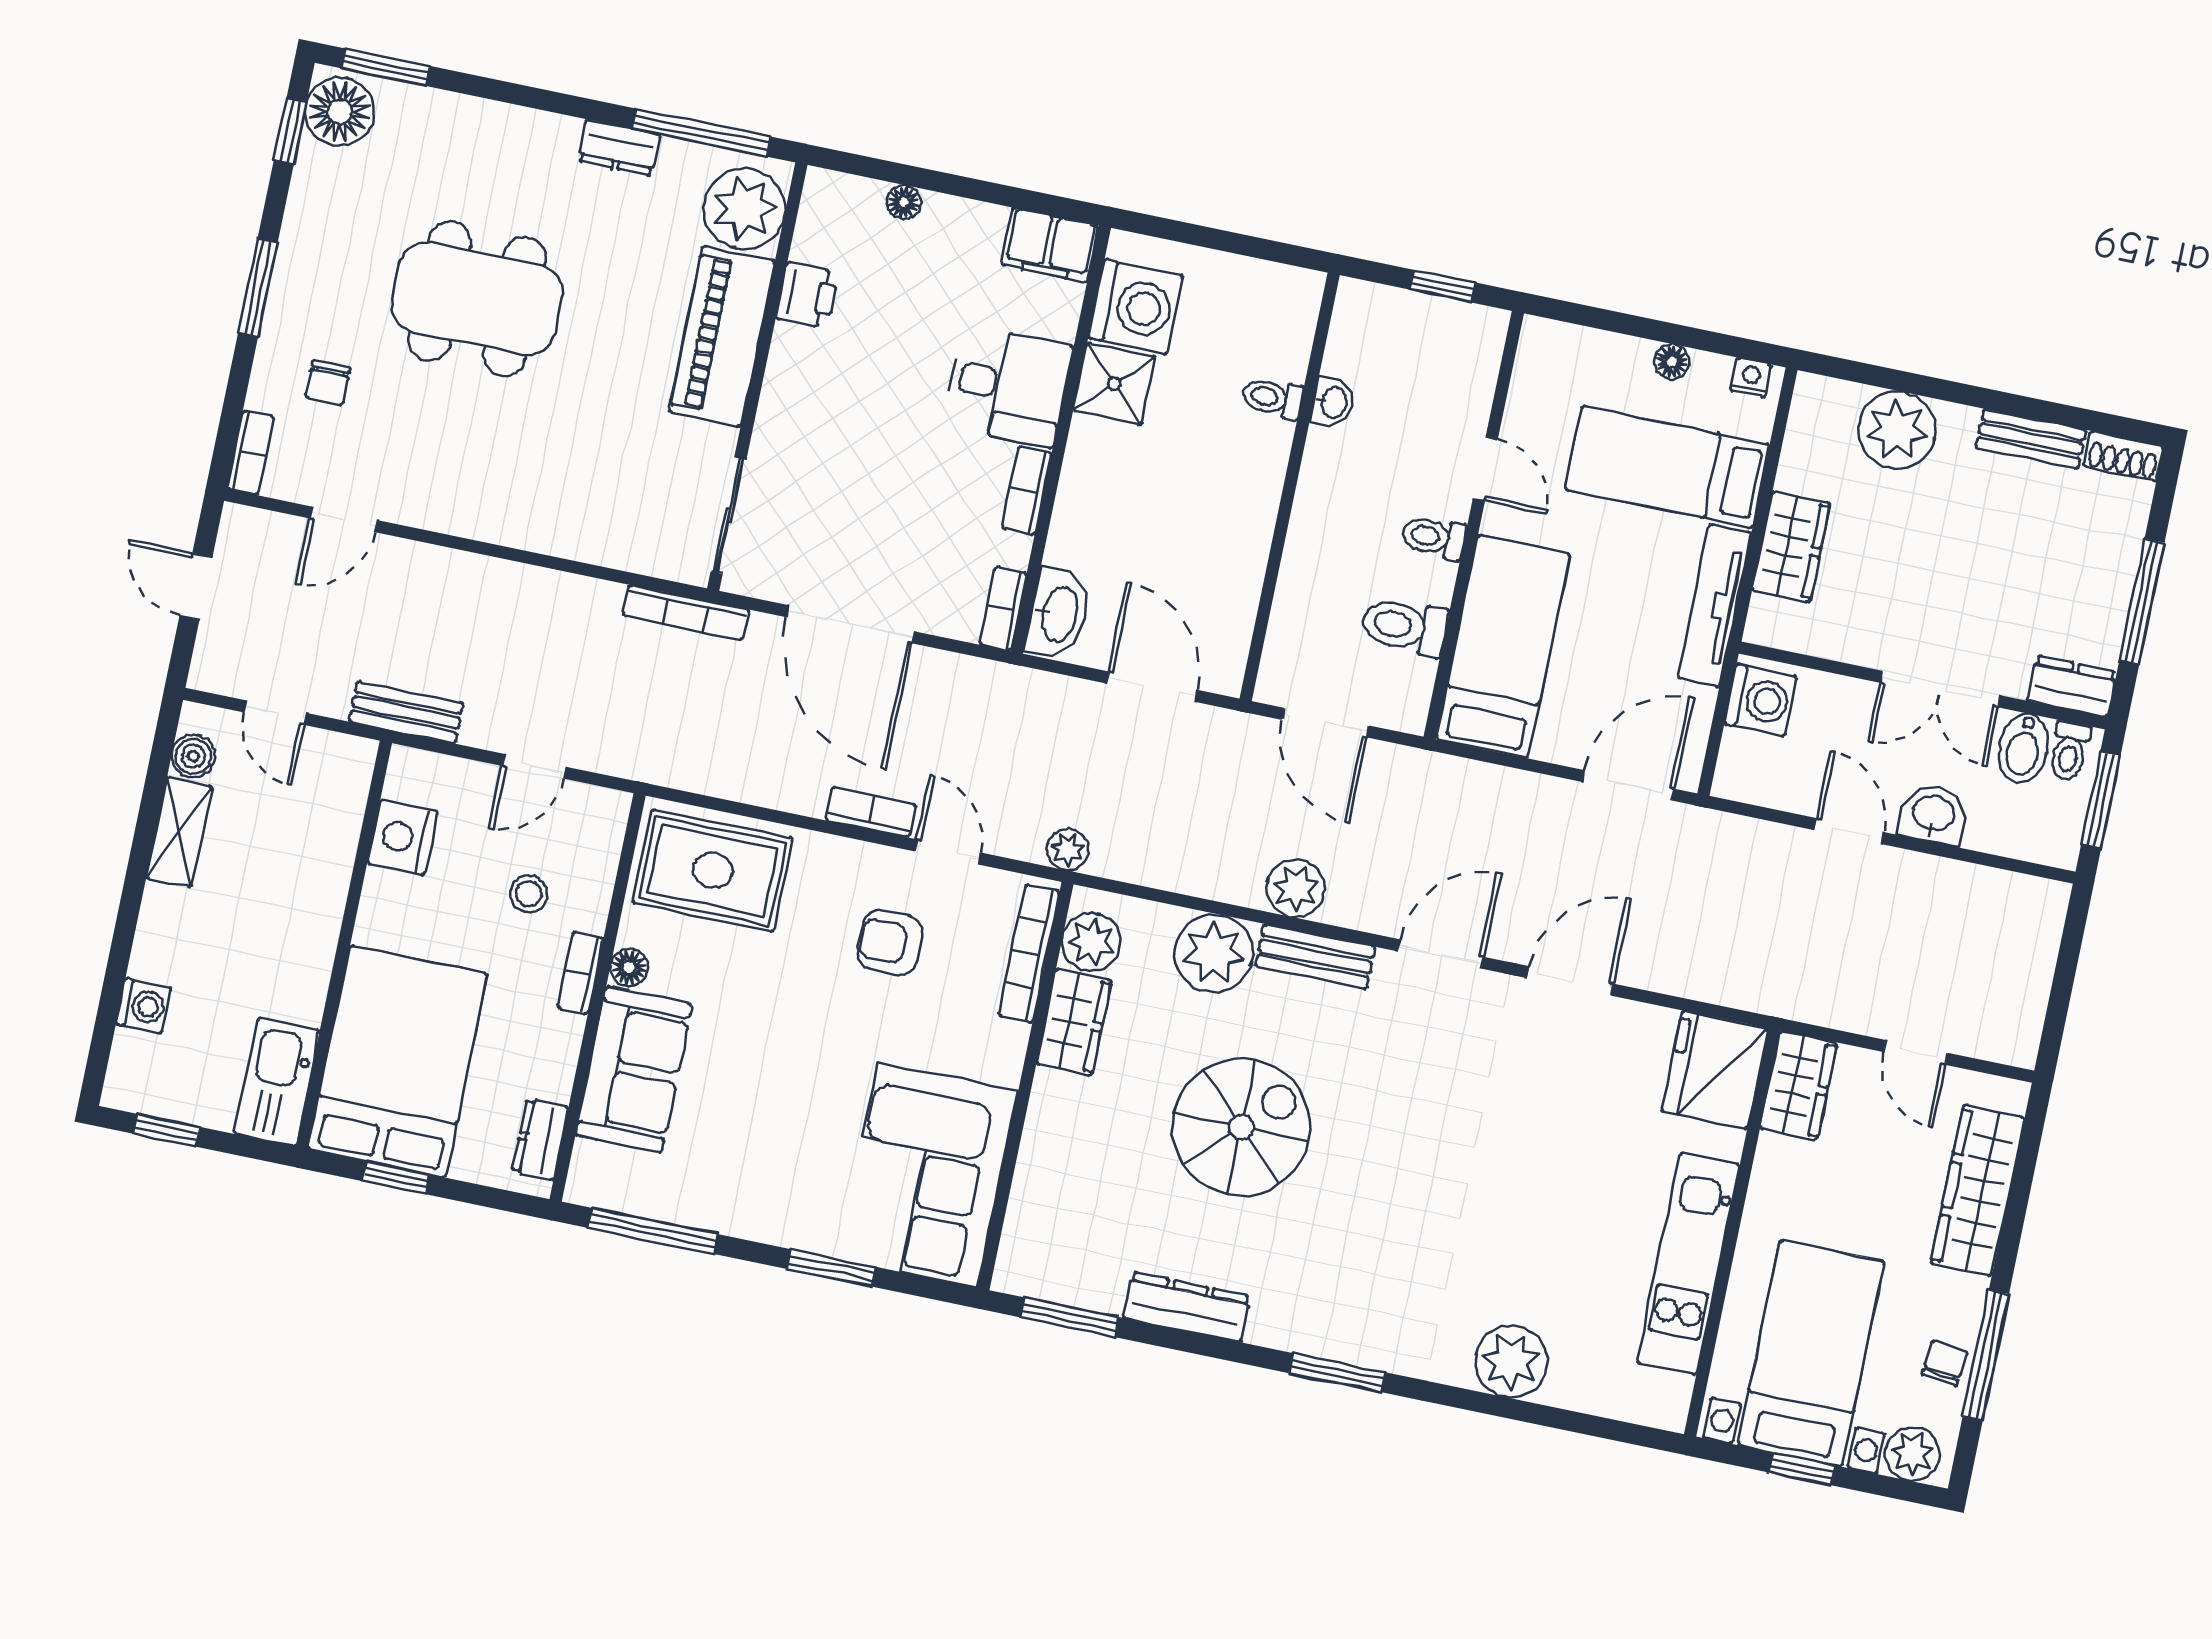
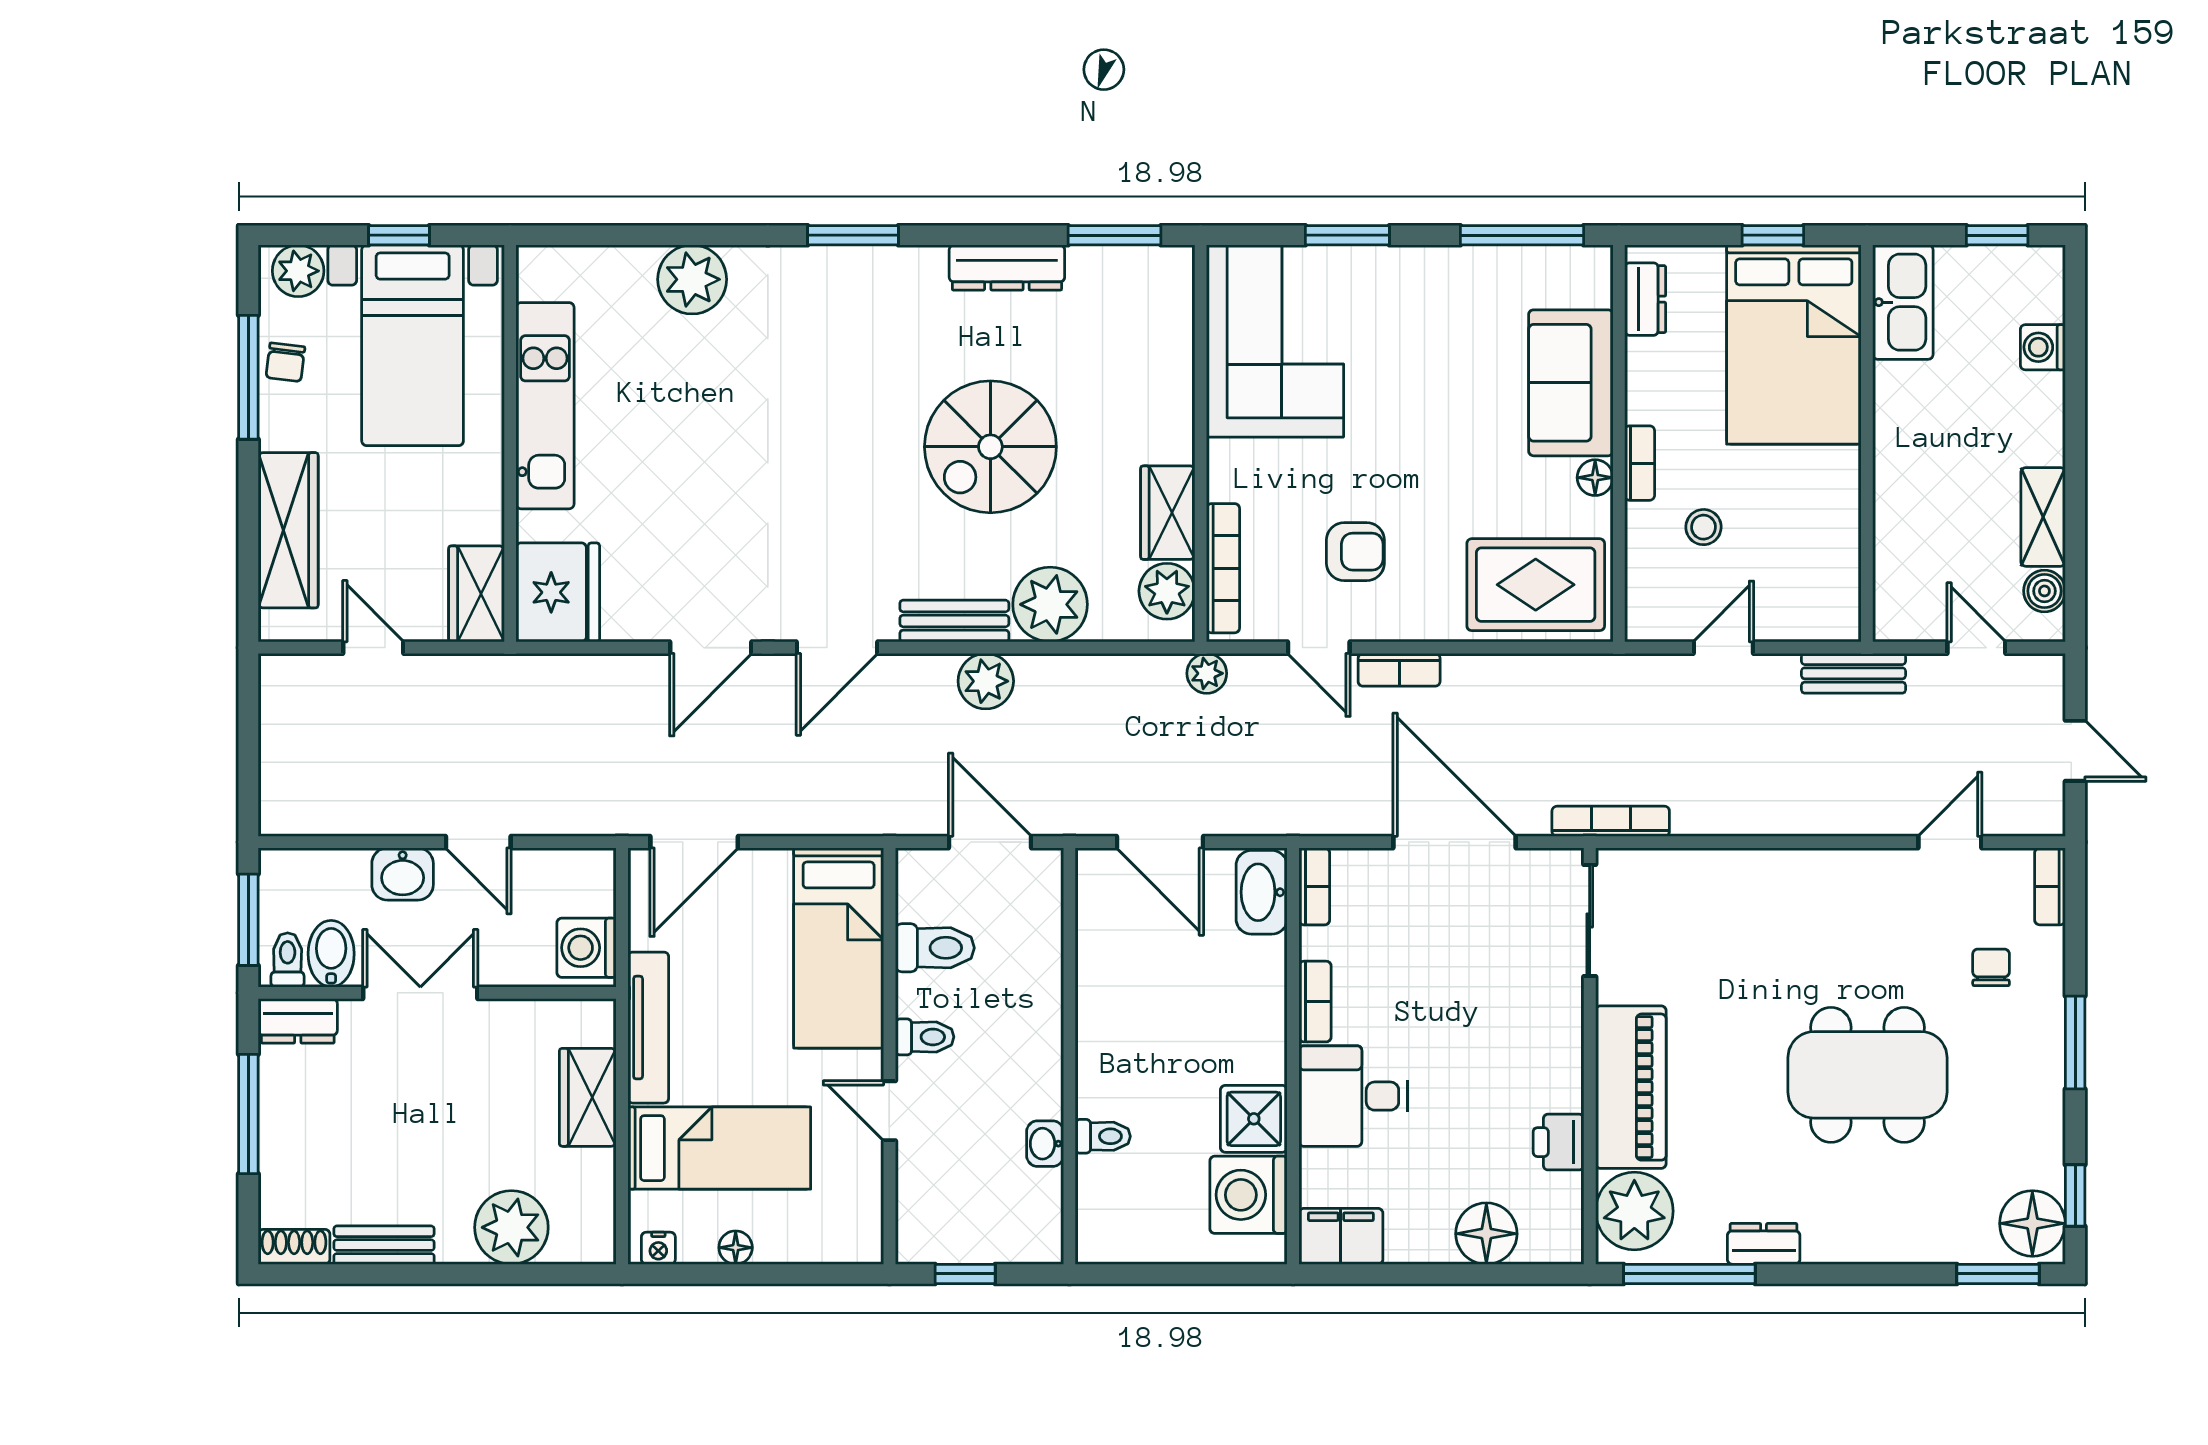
floor lamp: (904, 202) -> (1486, 1234), width x1.89, depth x1.89
nightstand: (402, 837) -> (1833, 556), removed

